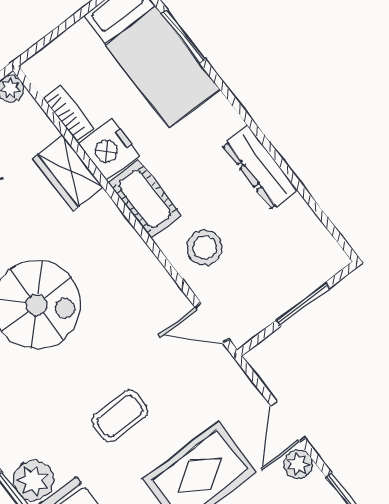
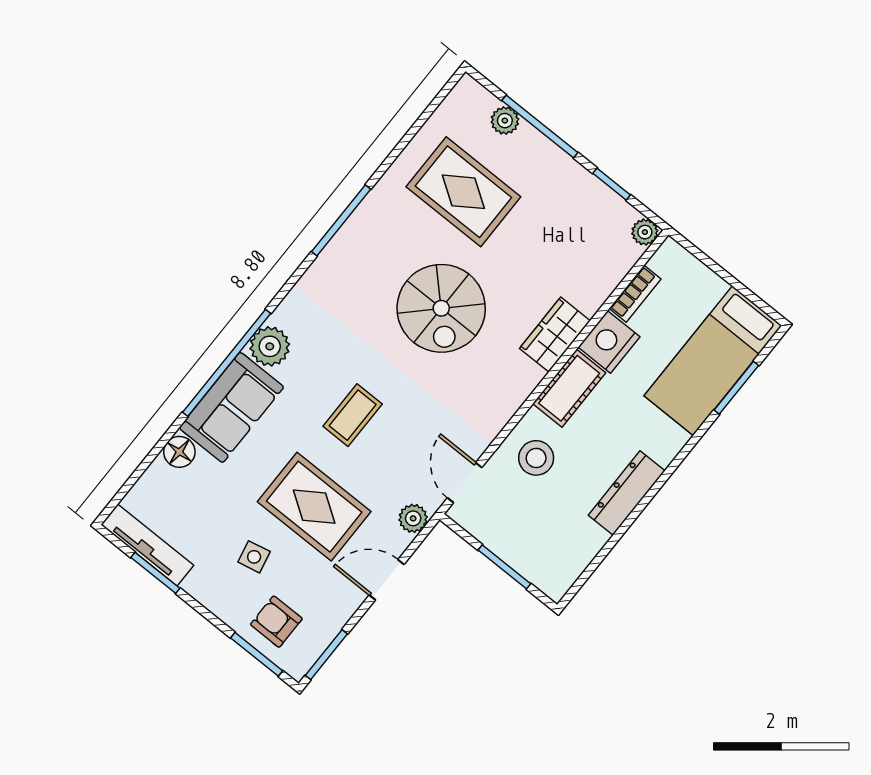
wardrobe: (68, 173) -> (555, 335), moved
coffee table: (120, 416) -> (353, 415), turned 90
plant: (298, 464) -> (413, 518), moved

